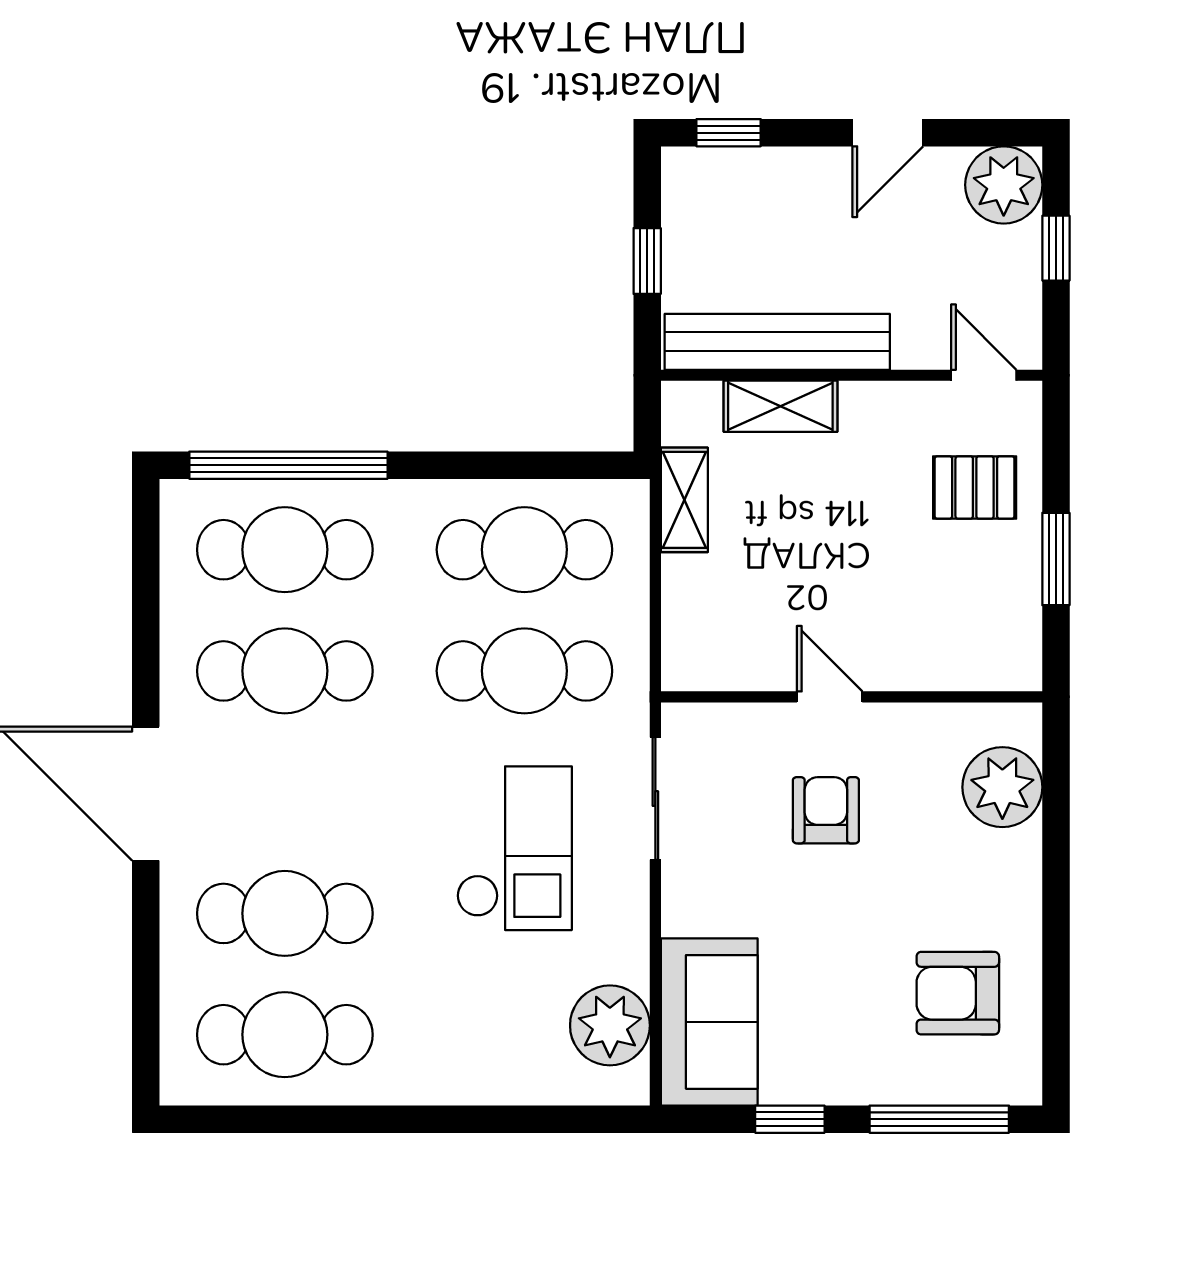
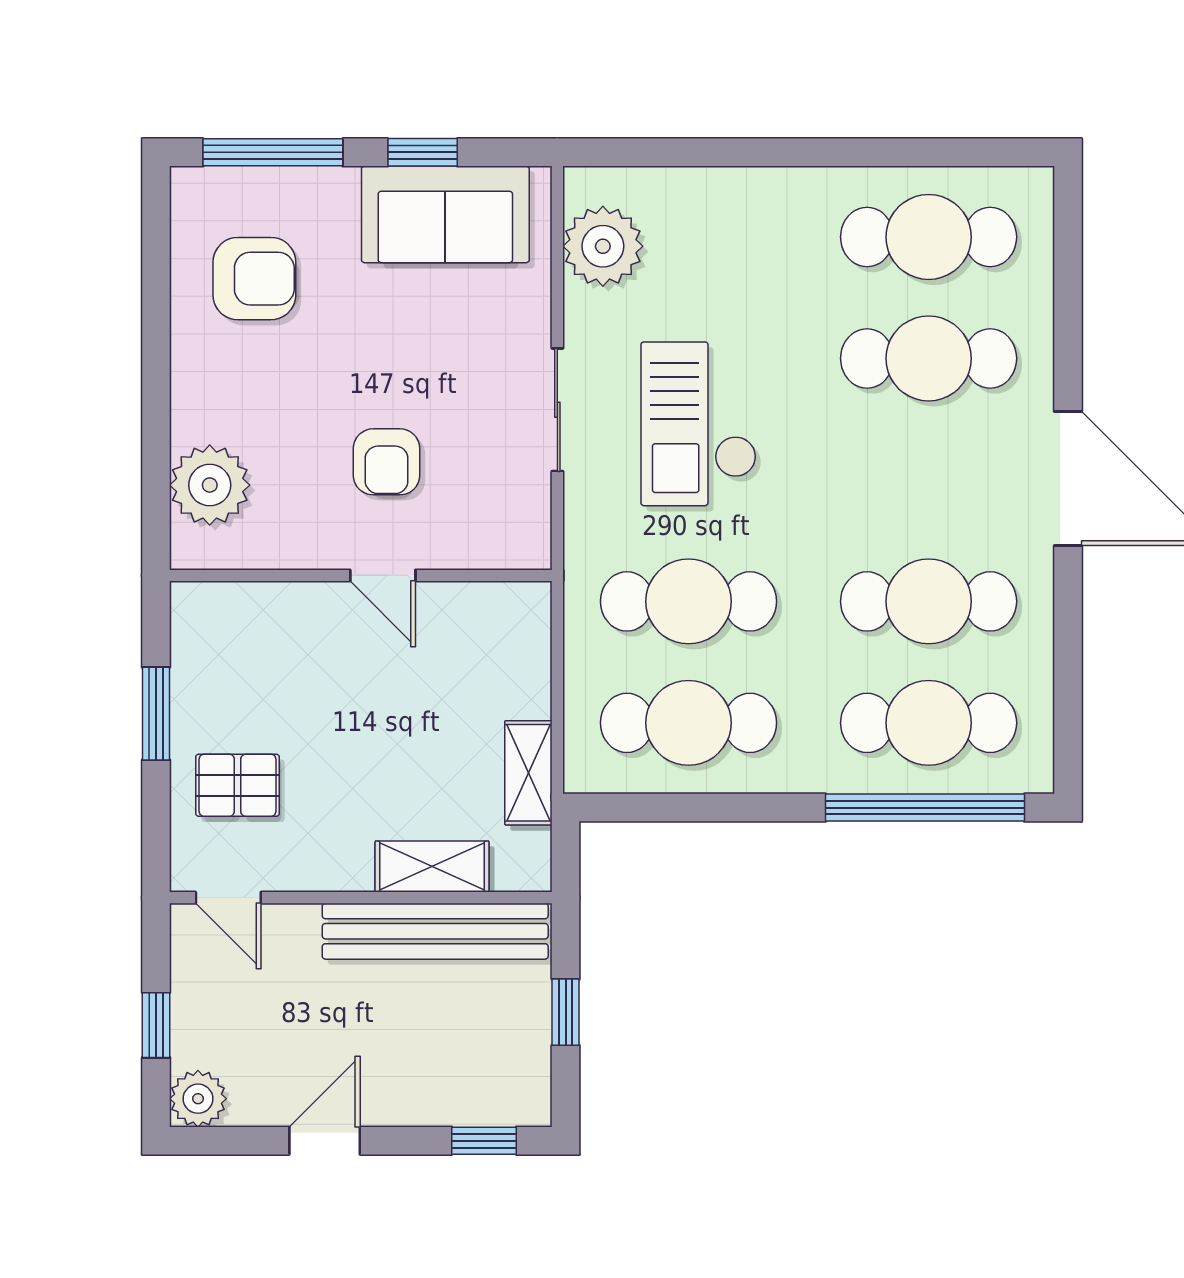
plant: (1004, 185) -> (198, 1099), width x0.73, depth x0.73
sliding door: (655, 799) -> (557, 410), moved
sofa: (709, 1022) -> (445, 214), moved, turned -90

